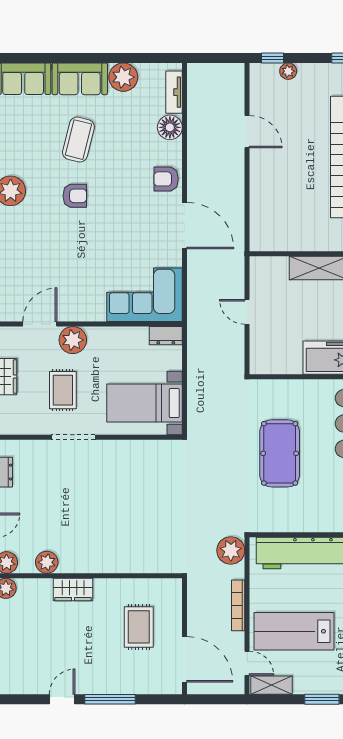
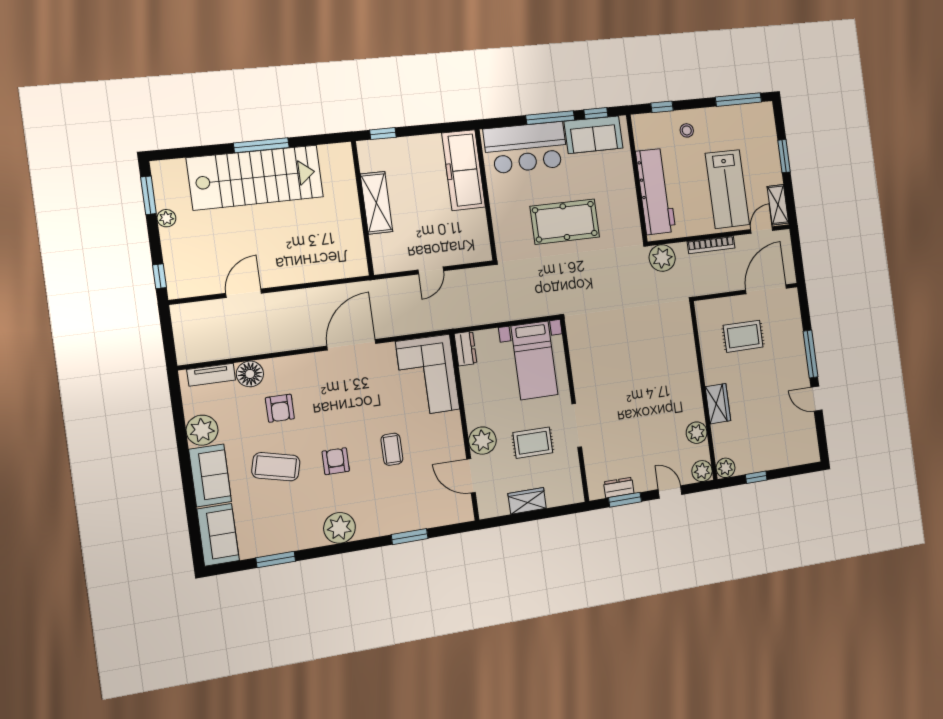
plant: (288, 71) -> (166, 218), moved
armchair: (166, 179) -> (280, 408), moved
coffee table: (78, 251) -> (392, 449), added

